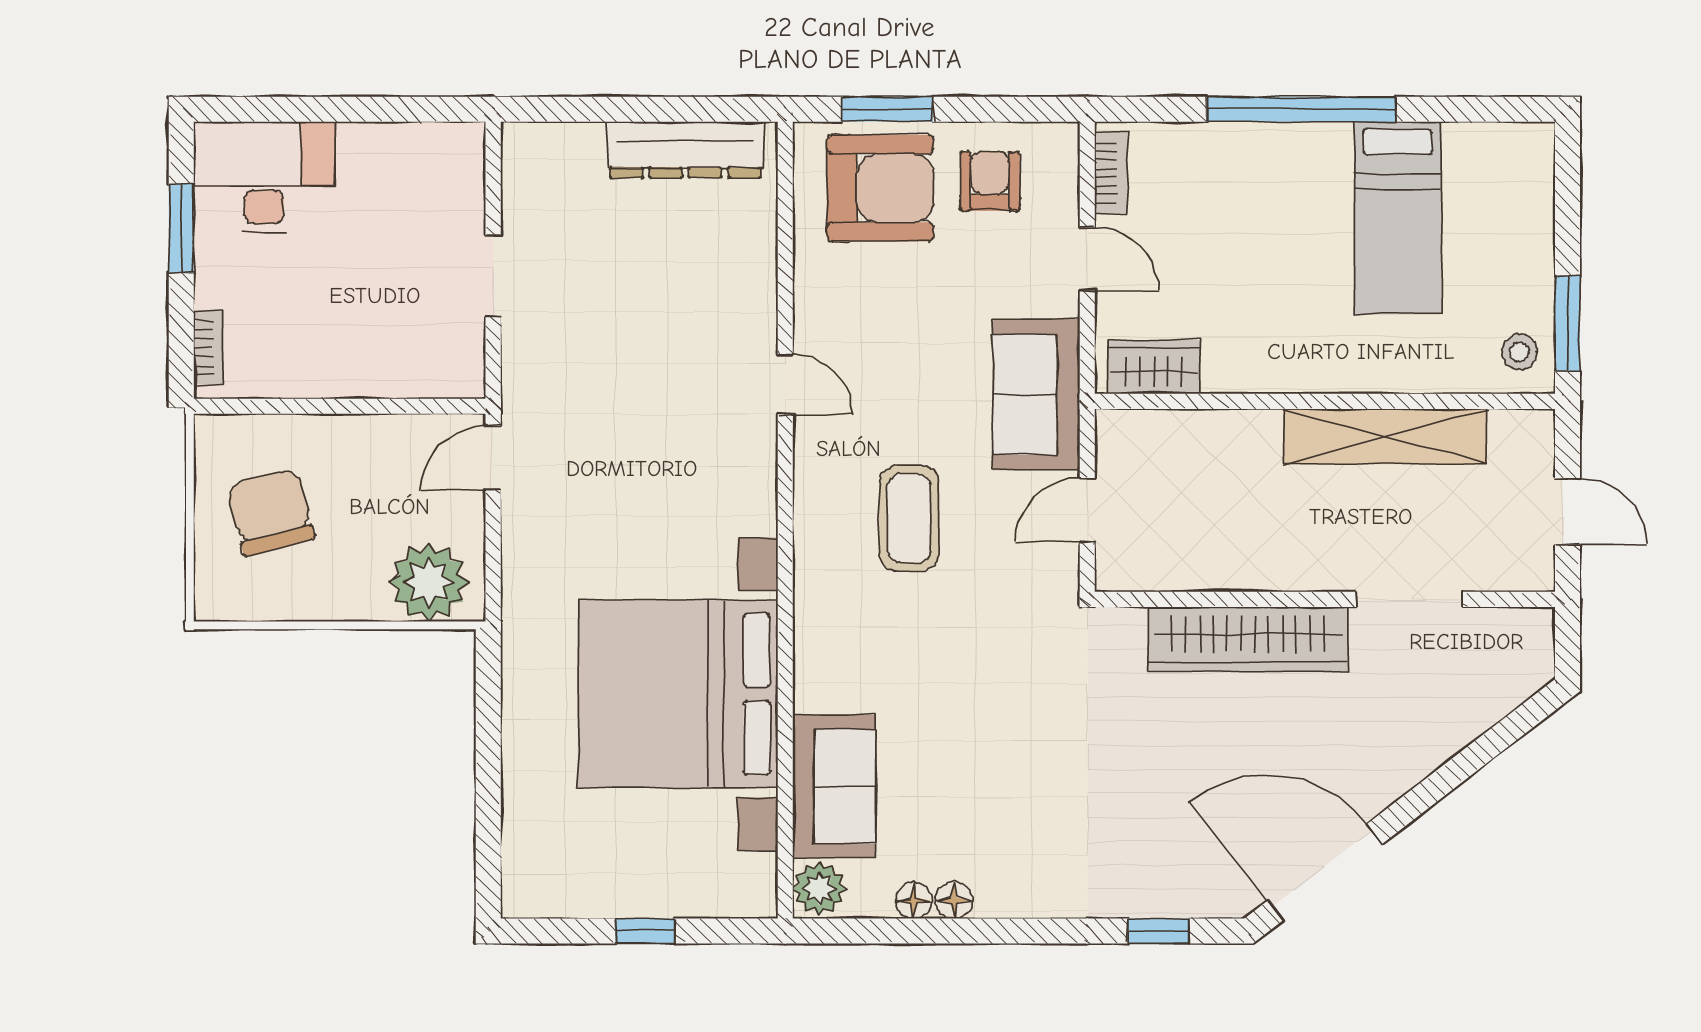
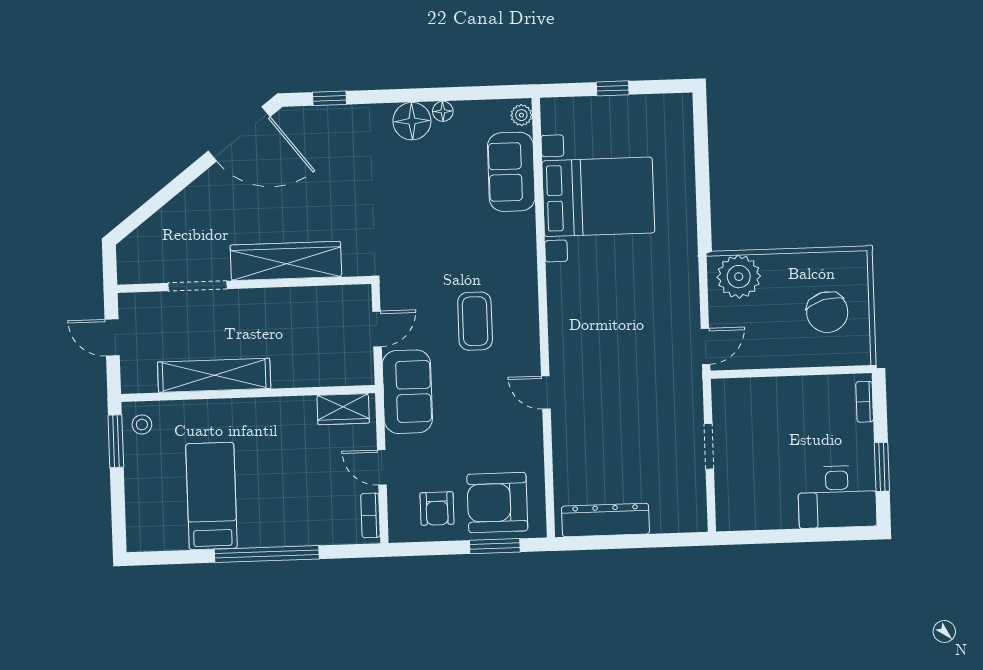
bed with nightstands: (678, 694) -> (598, 197), width x0.73
plant: (819, 889) -> (521, 115), width x0.73, depth x0.73
floor lamp: (914, 901) -> (412, 121), moved, width x1.89, depth x1.89

